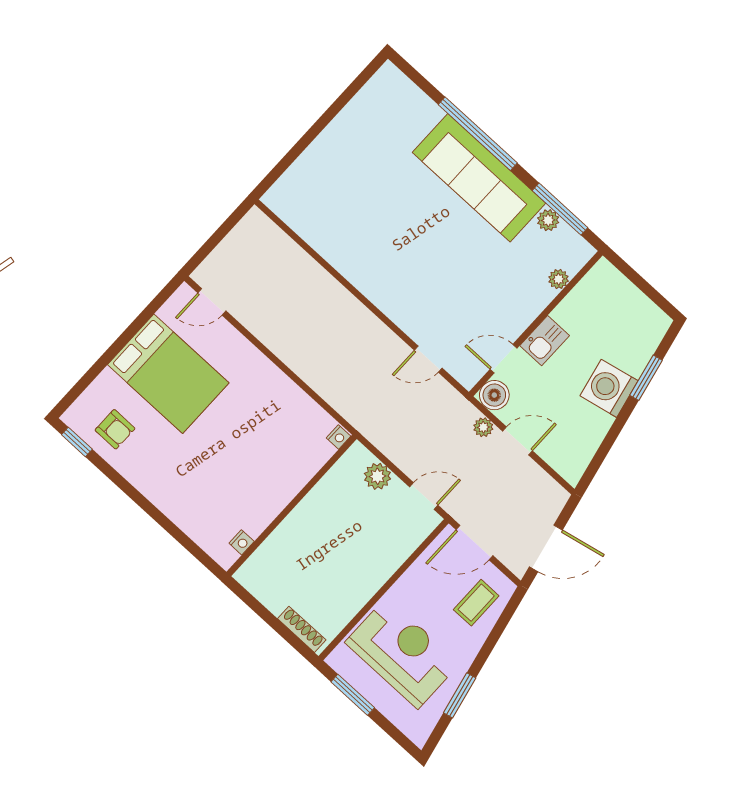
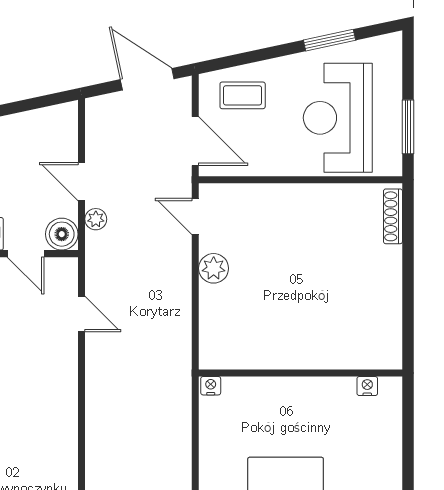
nightstand: (338, 437) -> (211, 386), moved
wall: (292, 505) -> (301, 373), moved
nightstand: (242, 542) -> (367, 386), moved

